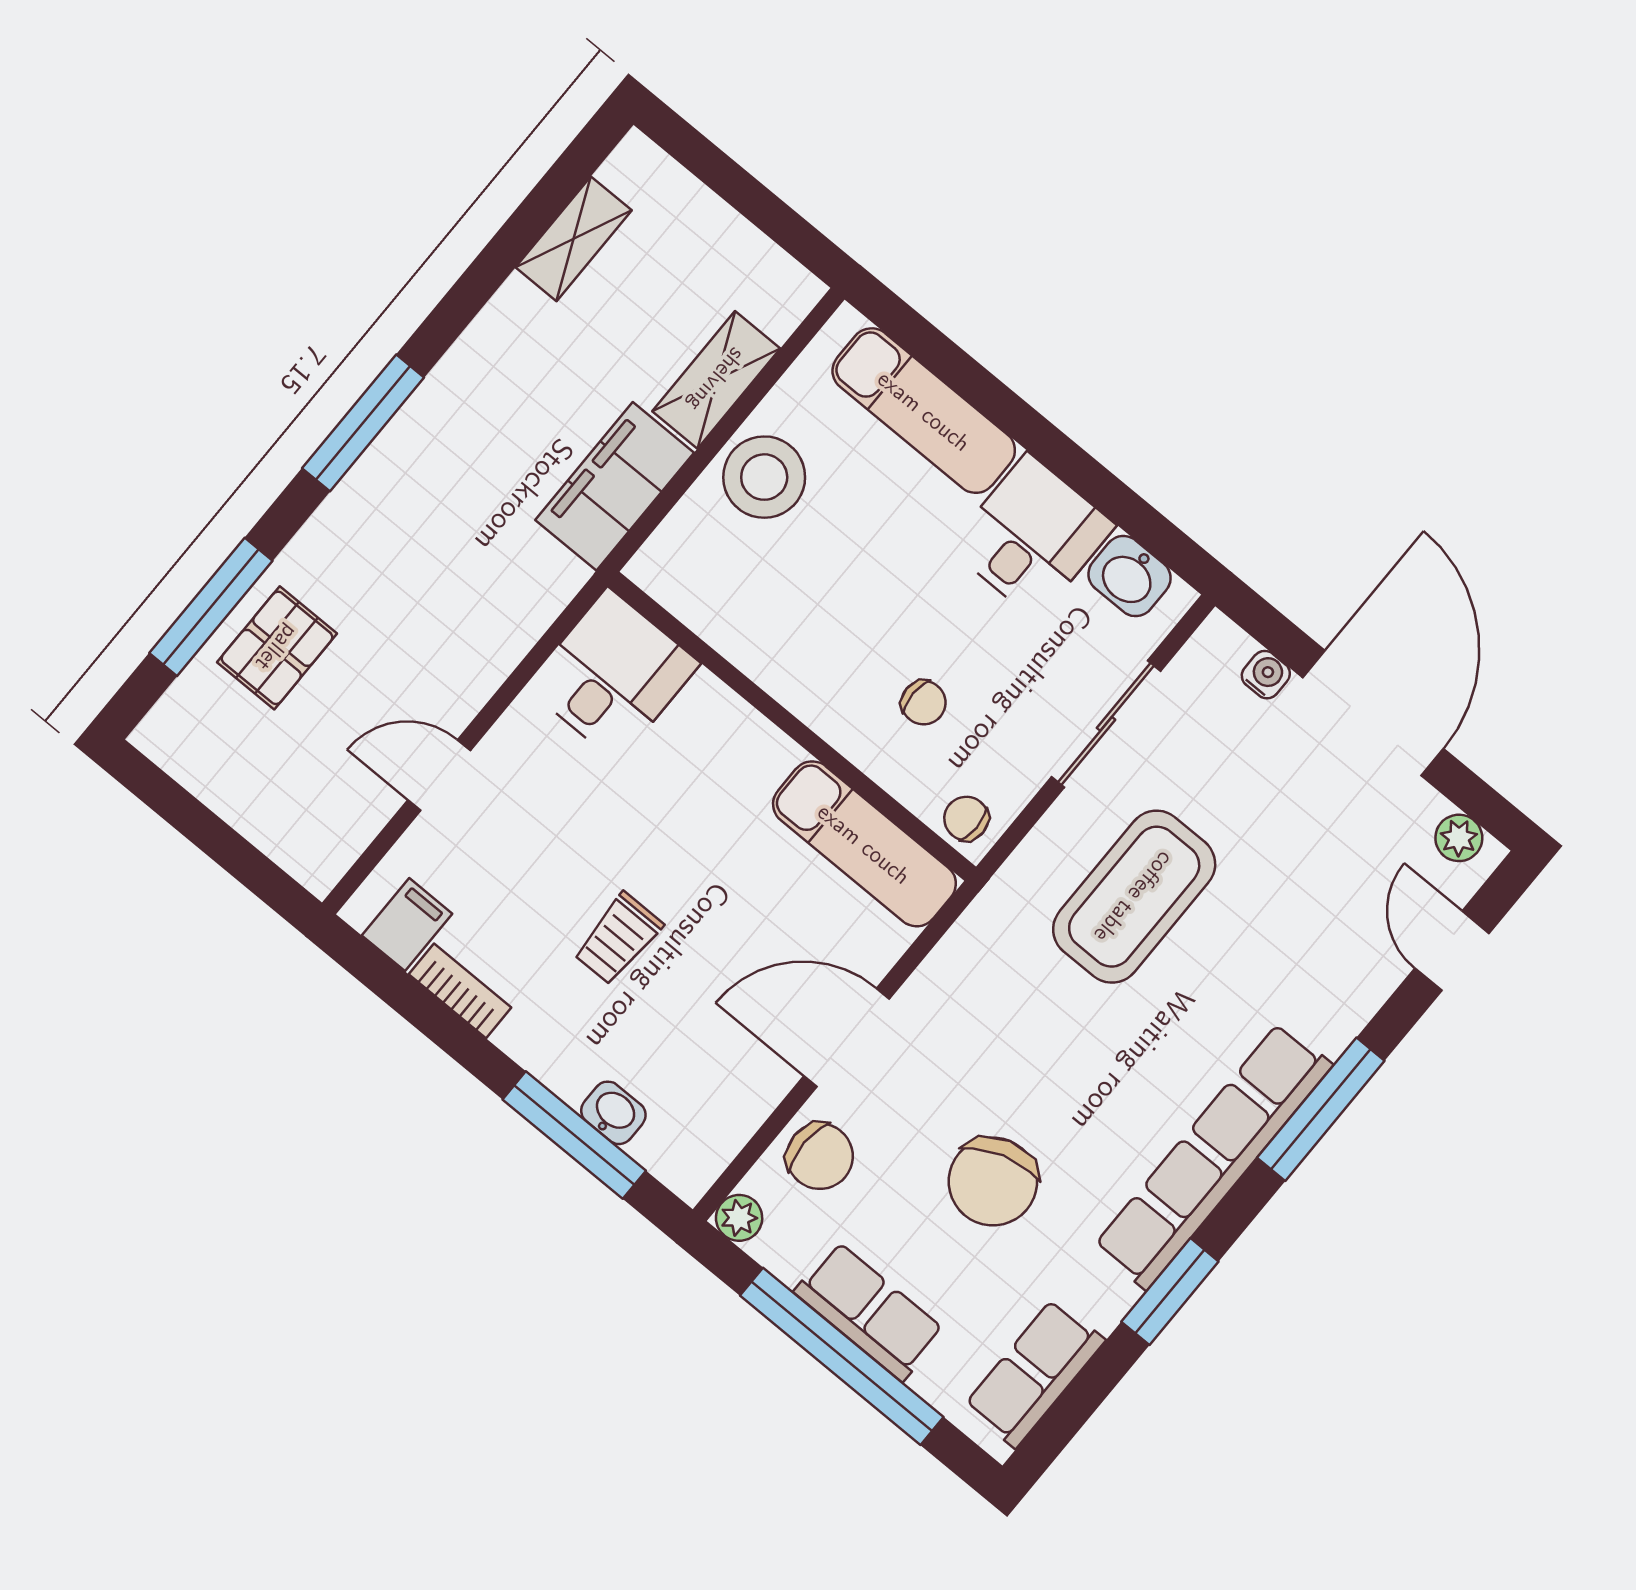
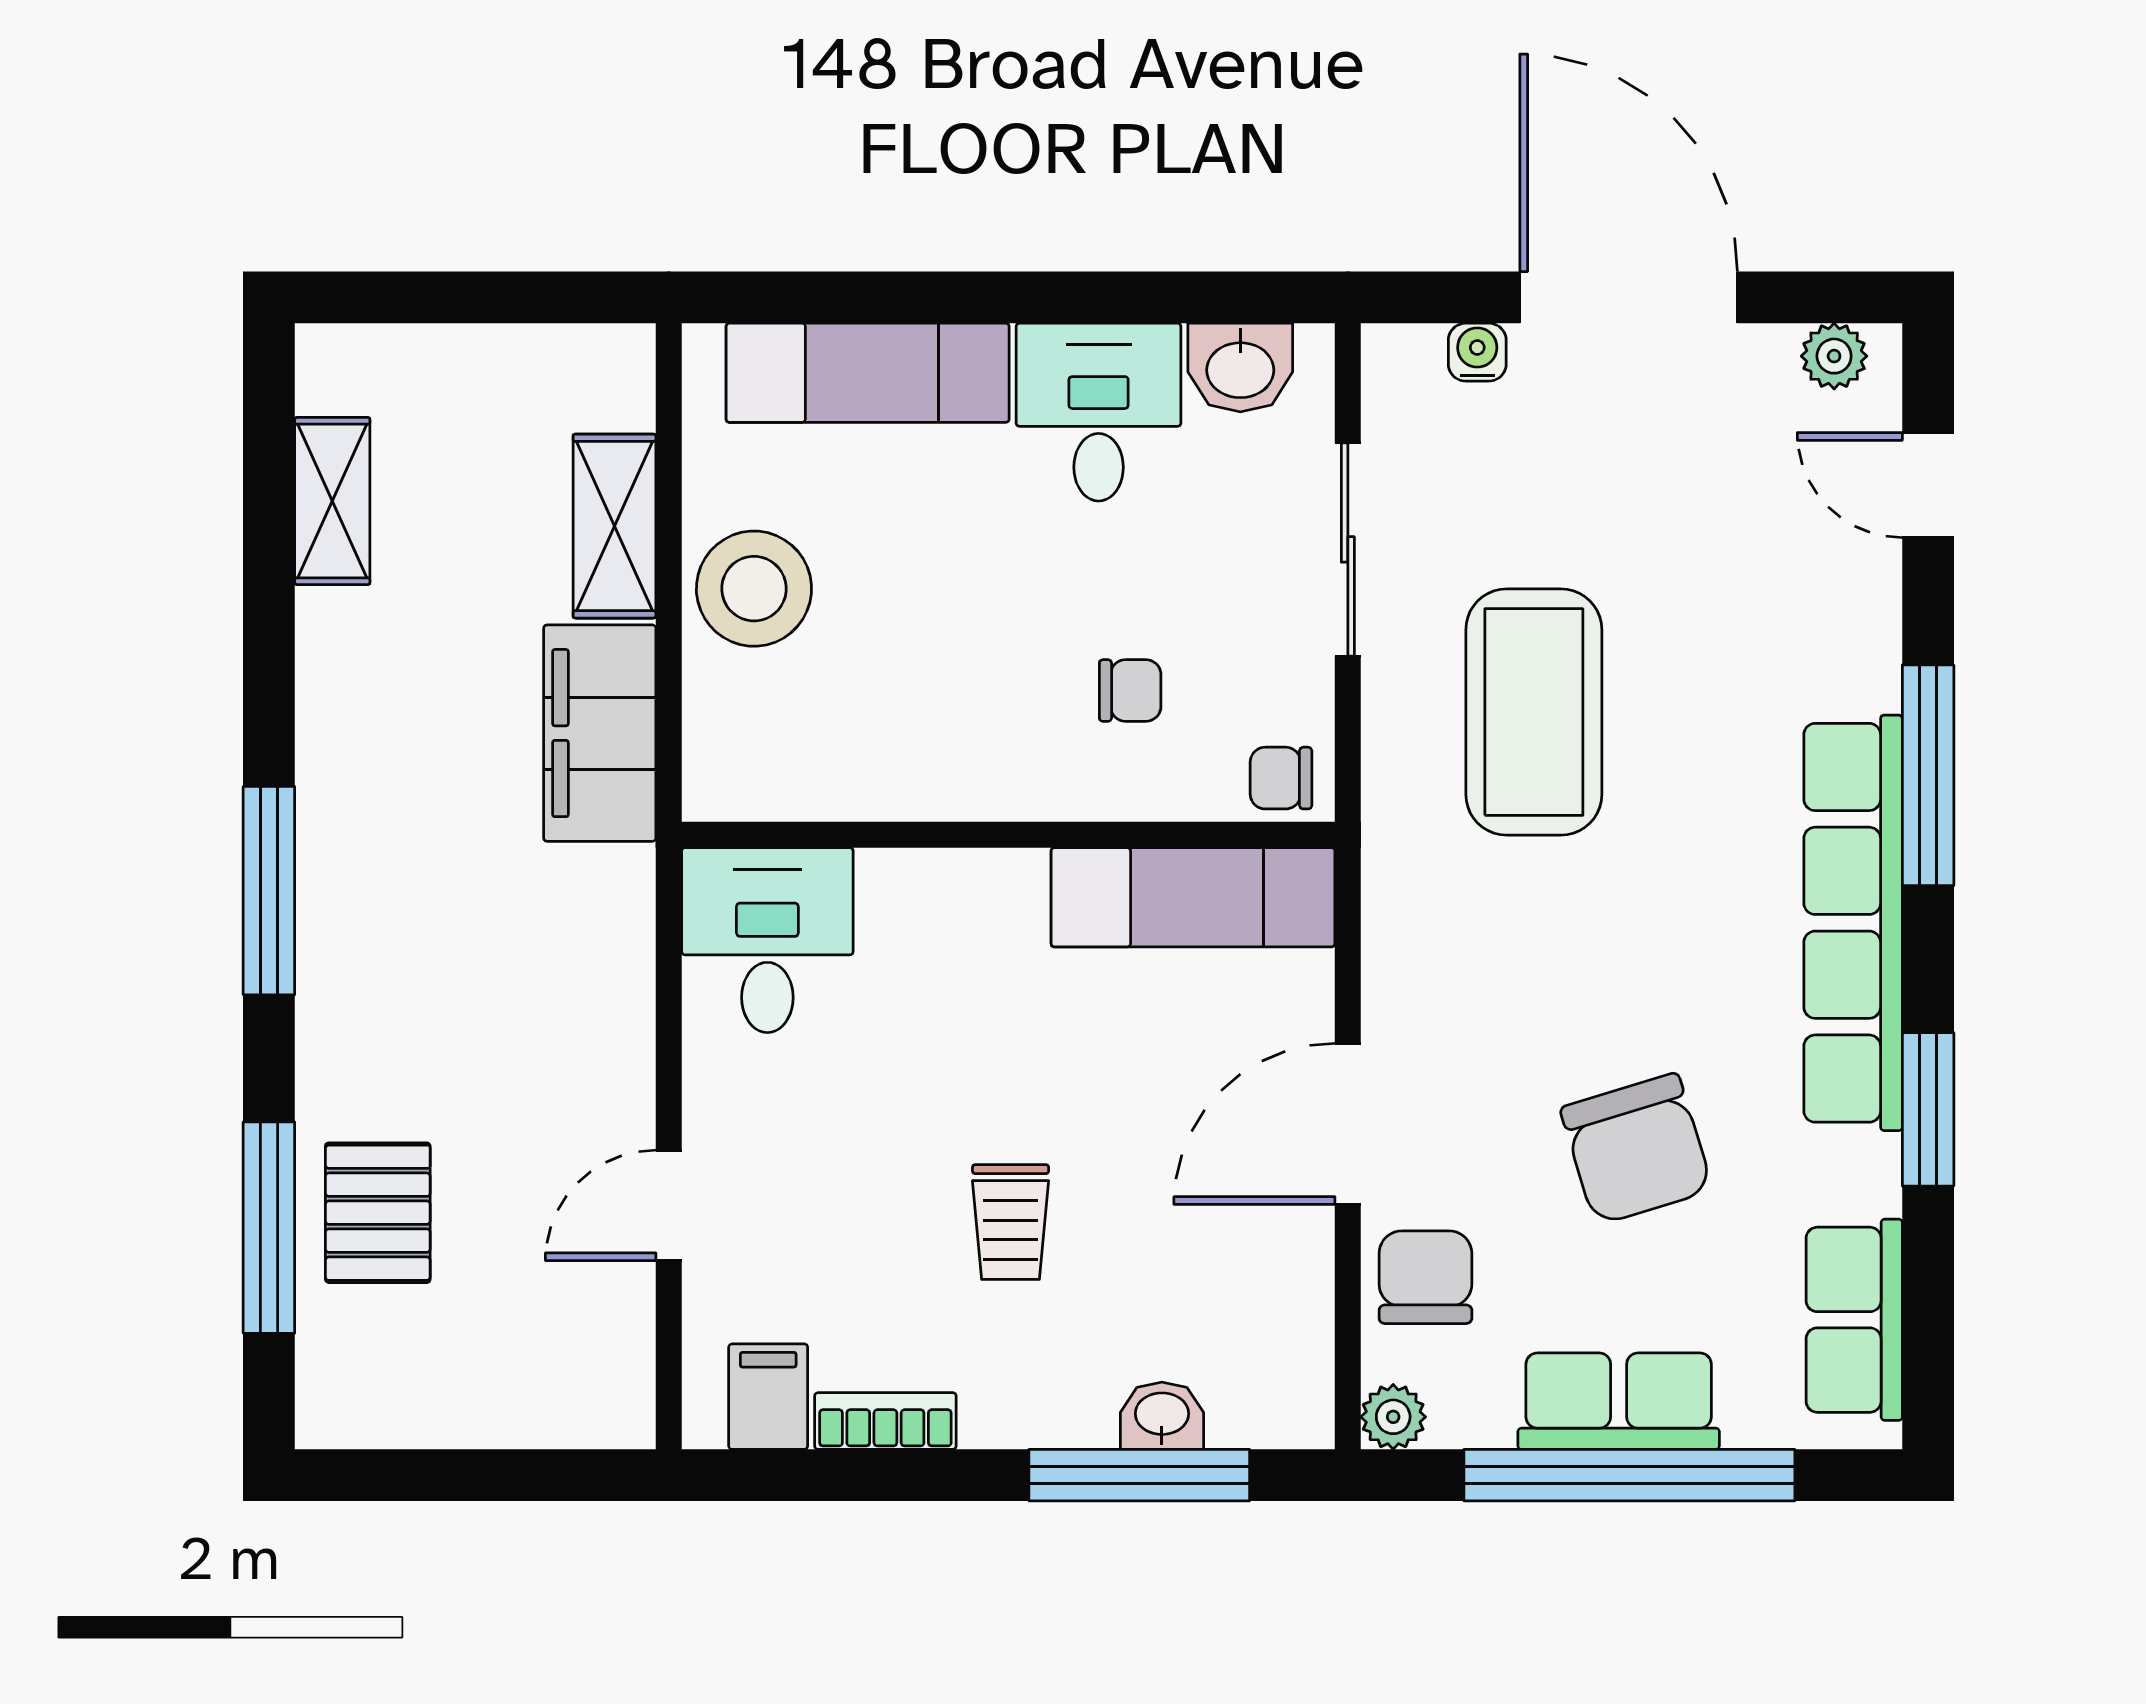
chair: (820, 1156) -> (1425, 1277), turned -90

